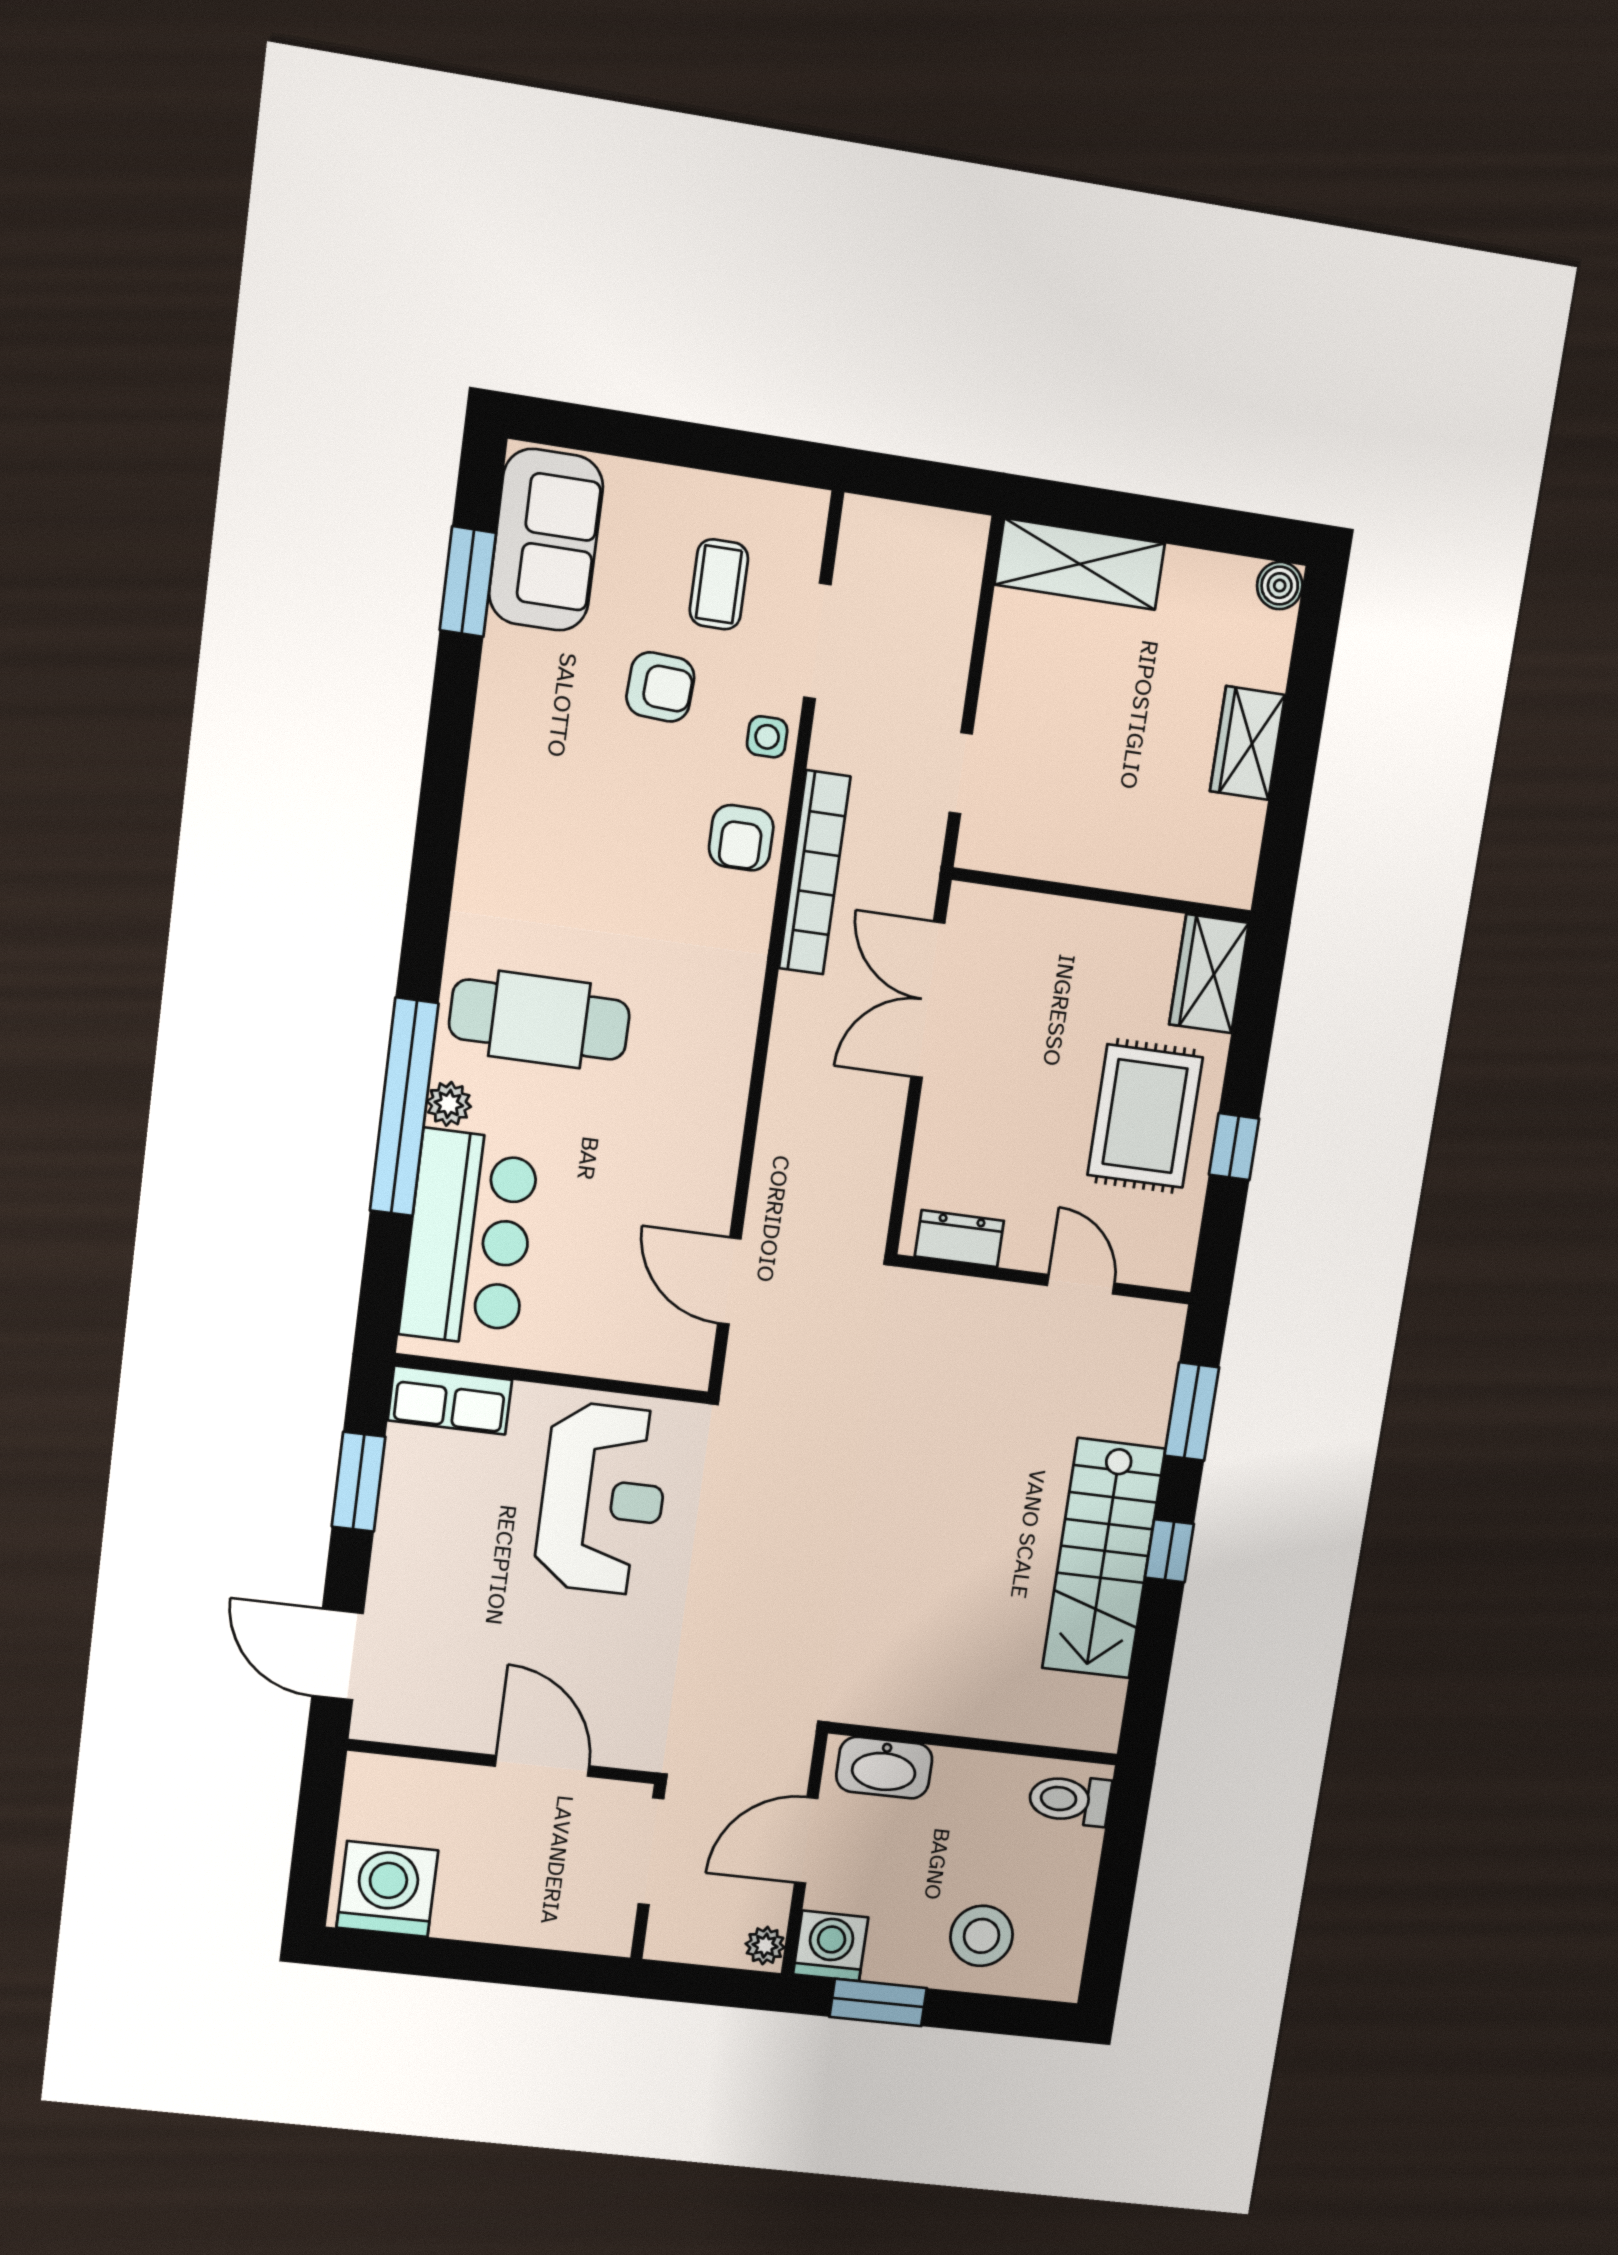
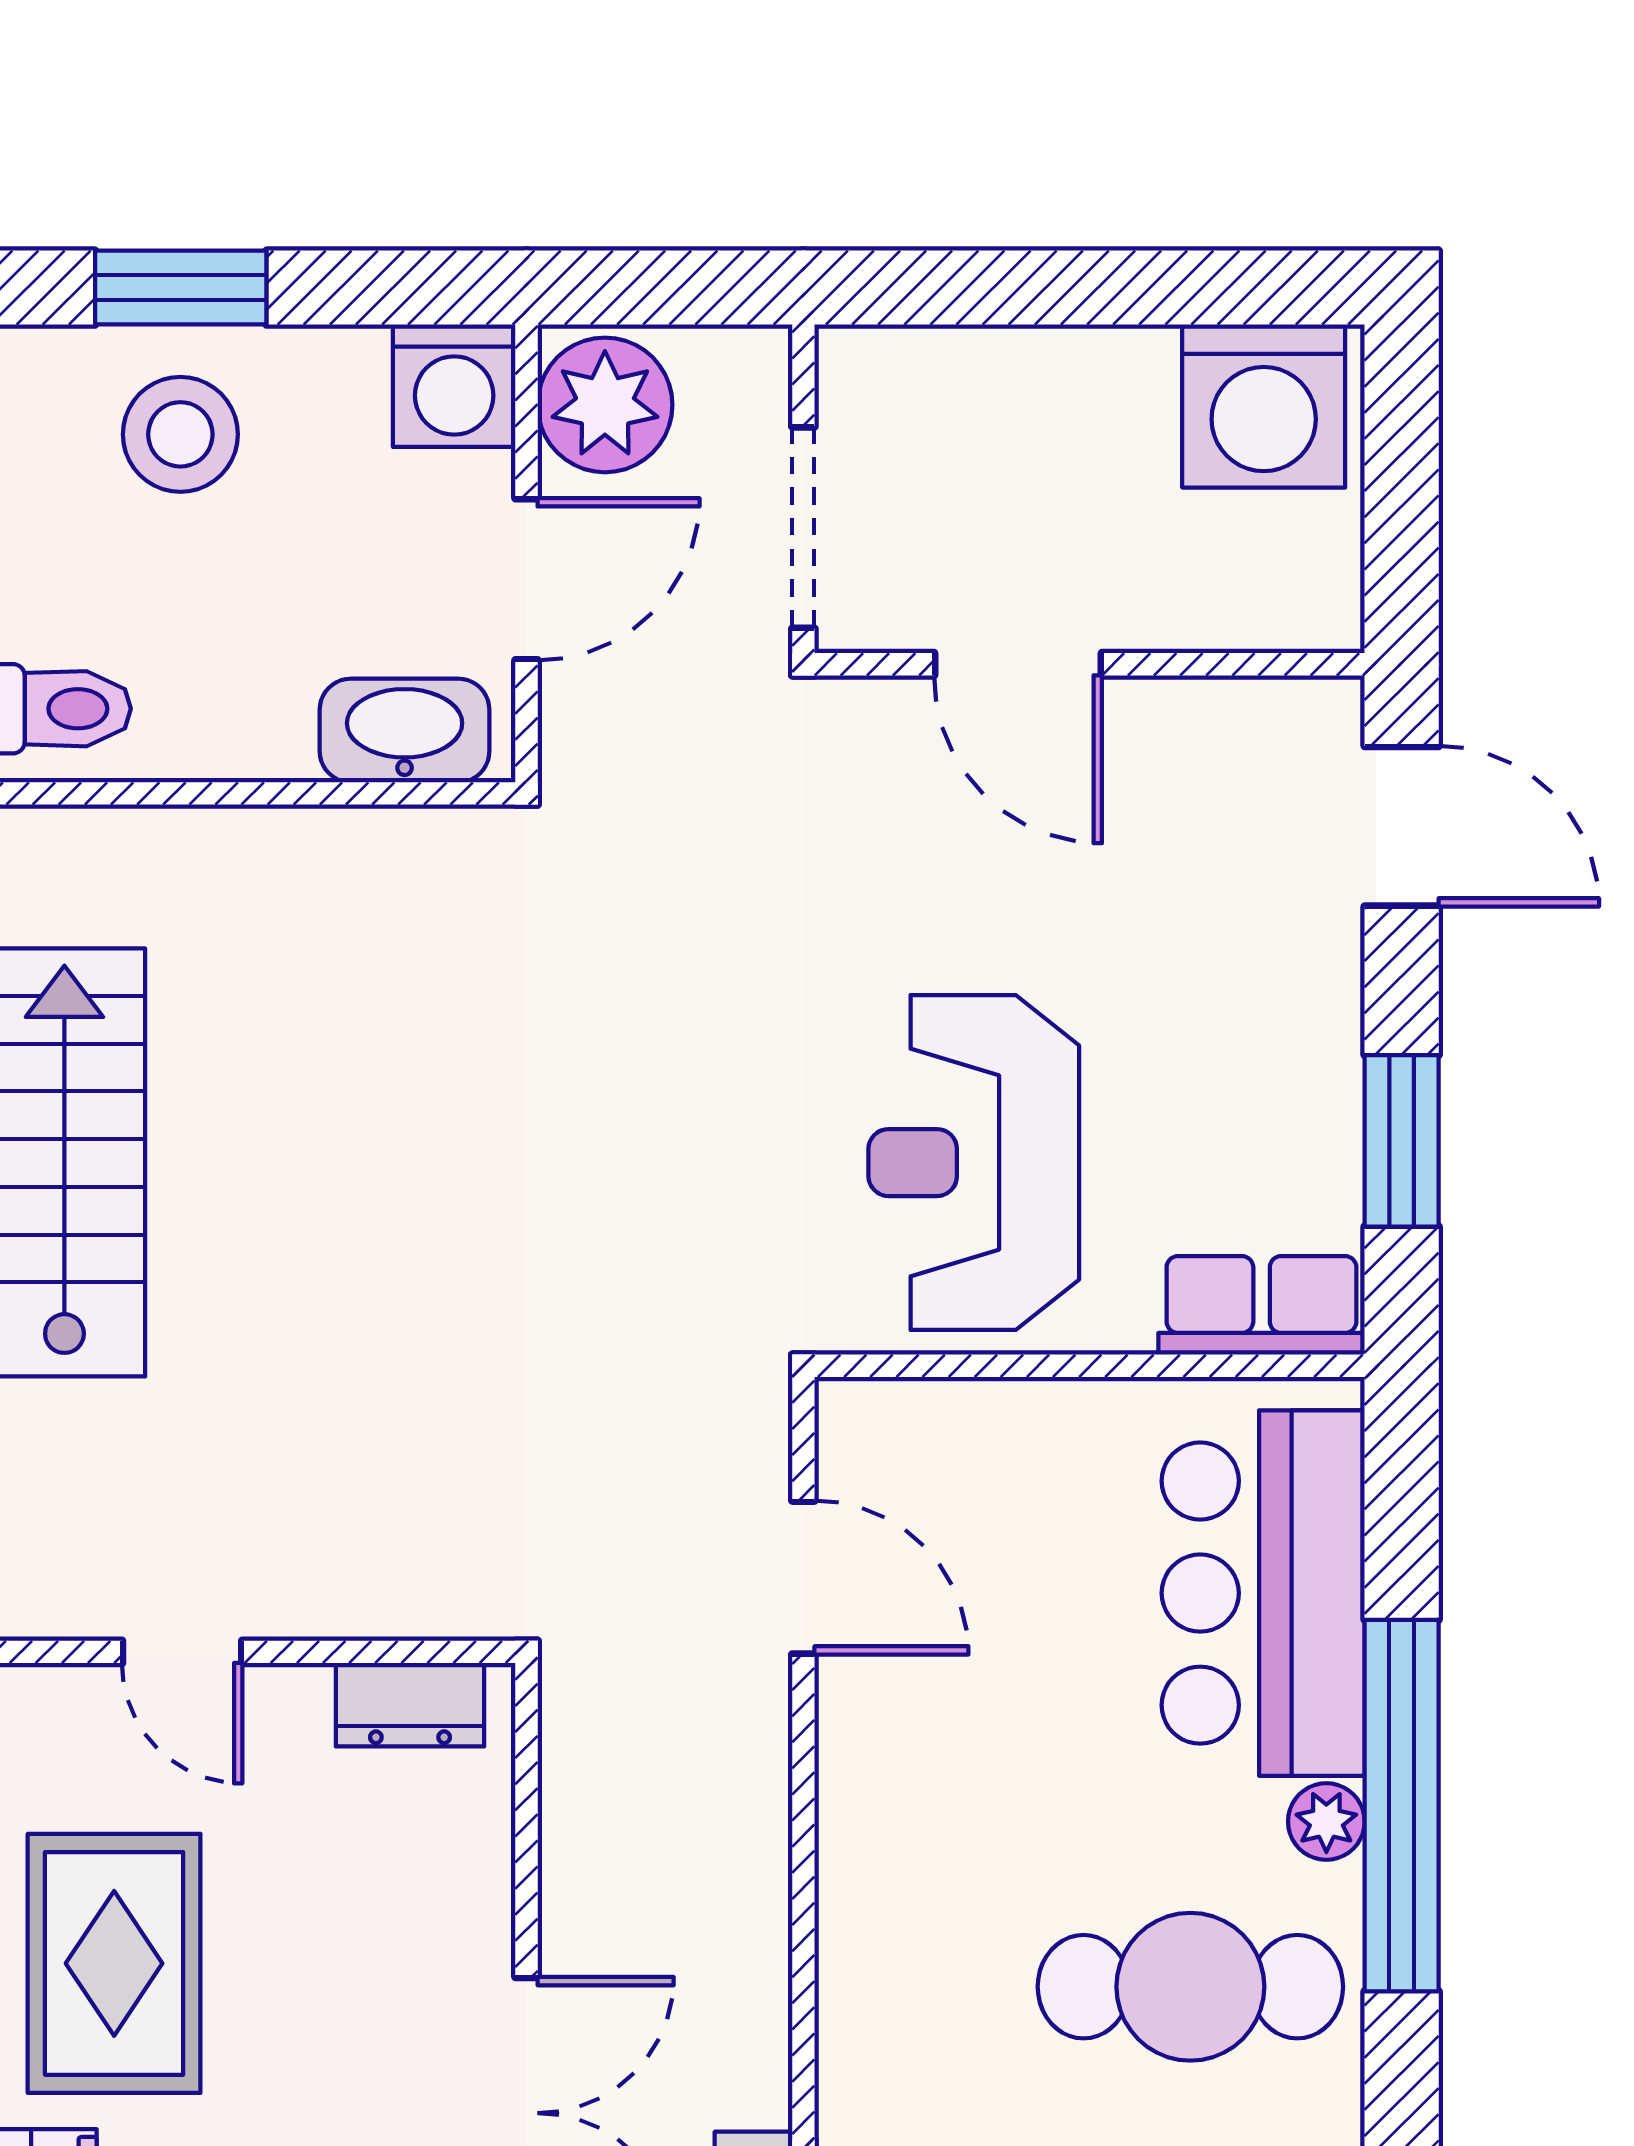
plant: (765, 1946) -> (605, 405), width x1.88, depth x1.88
window: (878, 2002) -> (181, 288), moved

